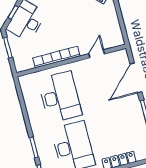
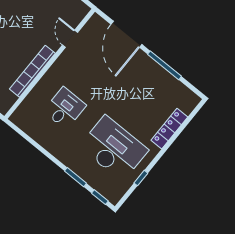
desk: (60, 97) -> (65, 108), width x0.53, depth x0.77

